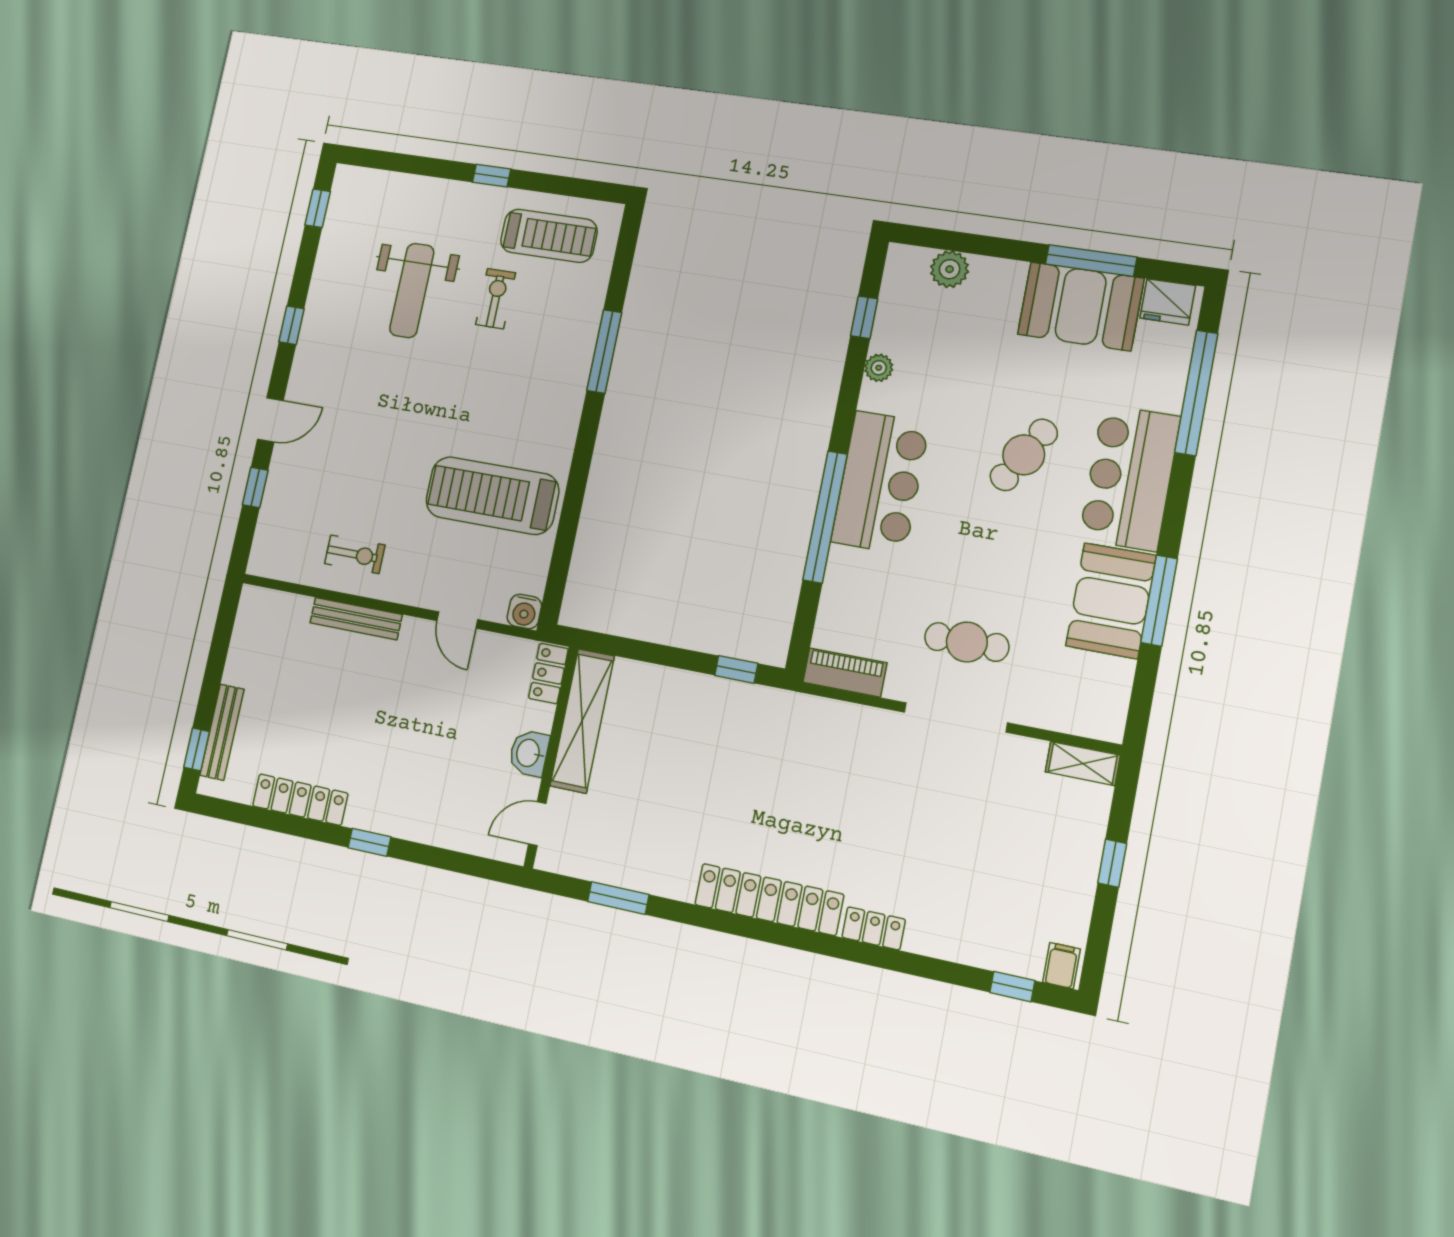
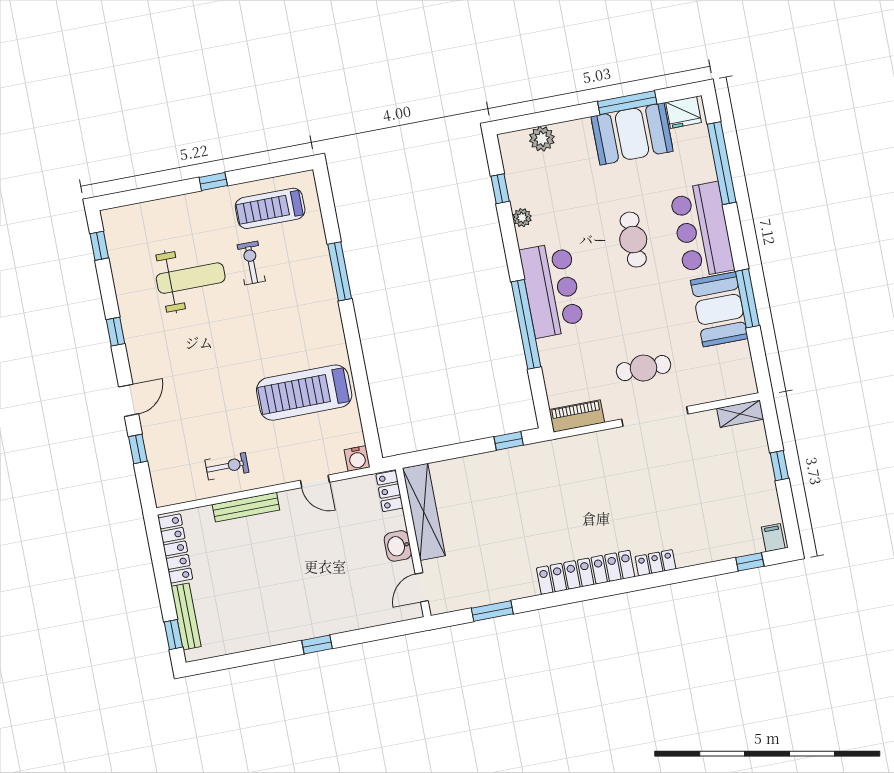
treadmill: (549, 236) -> (270, 208), turned 180
weight bench: (412, 291) -> (191, 278), turned -90
cafe table: (1024, 455) -> (633, 240), turned -30
locker: (300, 800) -> (175, 548), moved, turned 90

